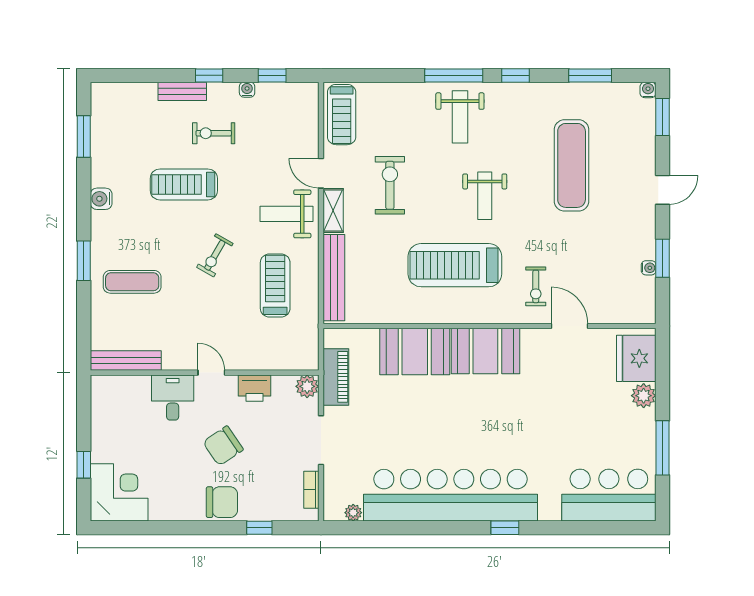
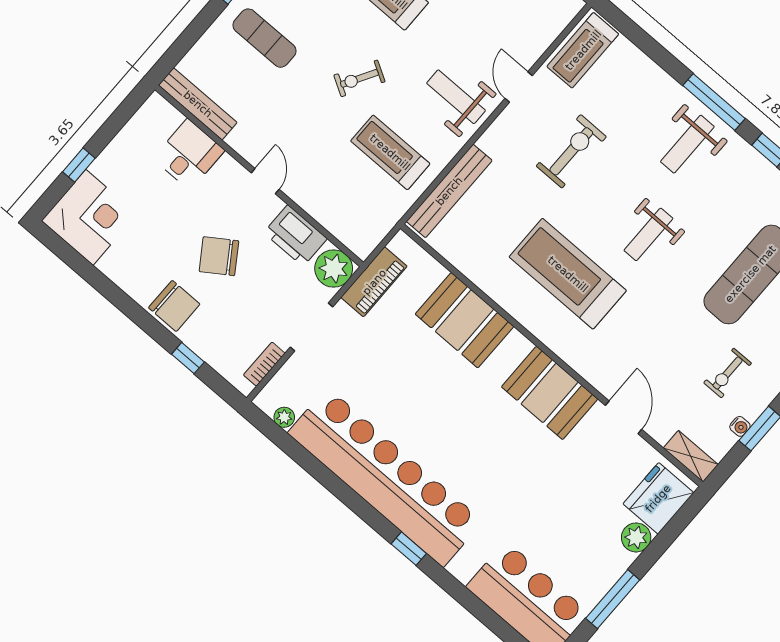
shelving: (333, 211) -> (691, 456), moved, turned 90
treadmill: (275, 285) -> (390, 152), turned -90
exercise bike: (536, 286) -> (728, 373), moved
booth: (485, 351) -> (550, 393), moved
plant: (307, 386) -> (334, 269), width x1.36, depth x1.36
printer: (255, 388) -> (295, 236), width x1.37, depth x1.19
desk: (173, 398) -> (189, 154), moved

